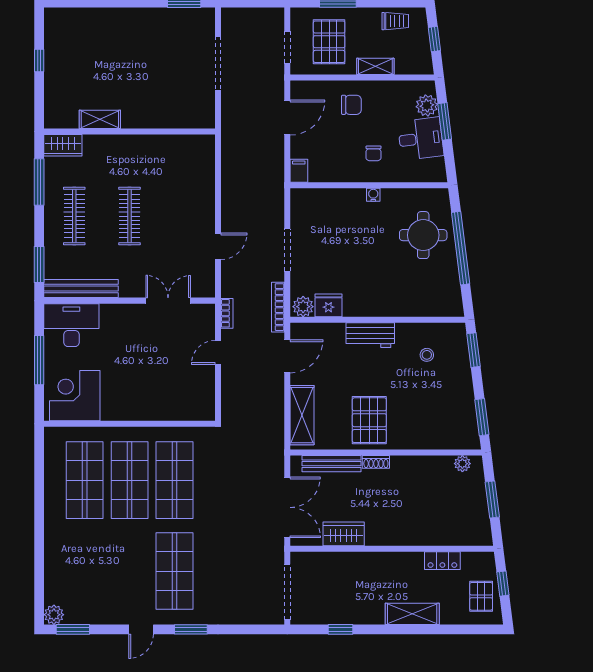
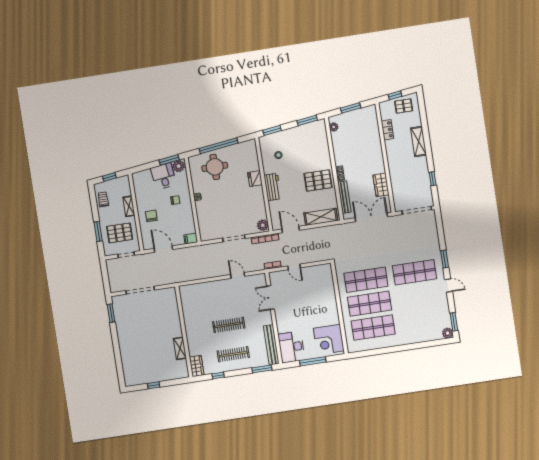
plant: (427, 105) -> (179, 166), moved
window: (445, 121) -> (169, 160), moved
window: (39, 182) -> (218, 376), width x0.46
fridge: (328, 305) -> (255, 179), moved

